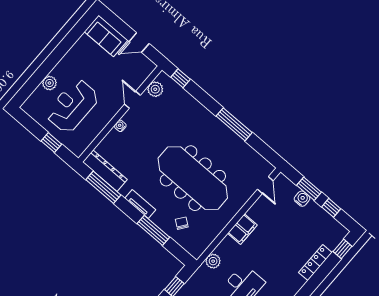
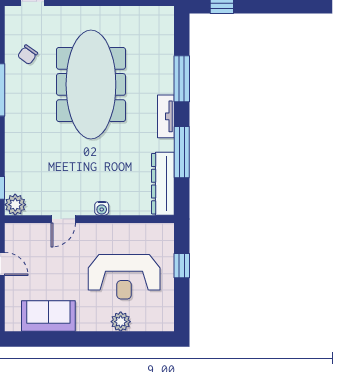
sofa: (106, 36) -> (48, 316), moved, turned -90
plant: (155, 89) -> (15, 205), moved
window: (103, 187) -> (182, 152), moved
chair: (182, 223) -> (28, 55), moved

